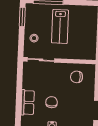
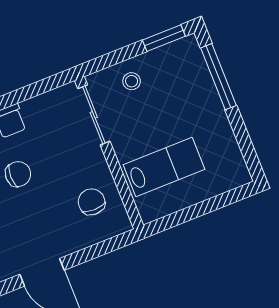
lab bench: (60, 26) -> (164, 167), moved, turned 180

